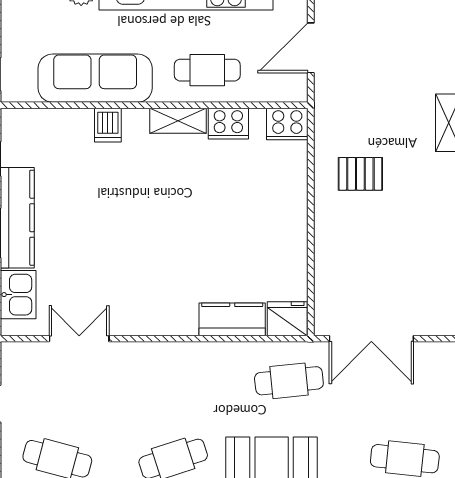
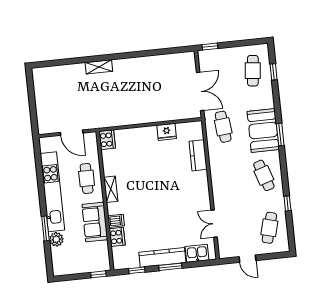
sofa: (95, 78) -> (95, 222), width x0.73
cooker: (228, 124) -> (117, 237), moved
pallet: (360, 174) -> (126, 104), removed
fridge: (287, 319) -> (167, 132), moved, turned -90

